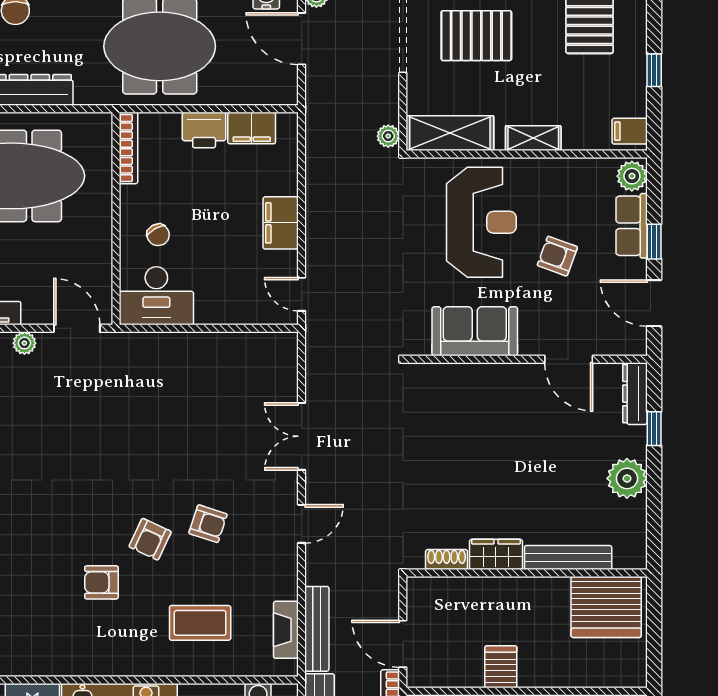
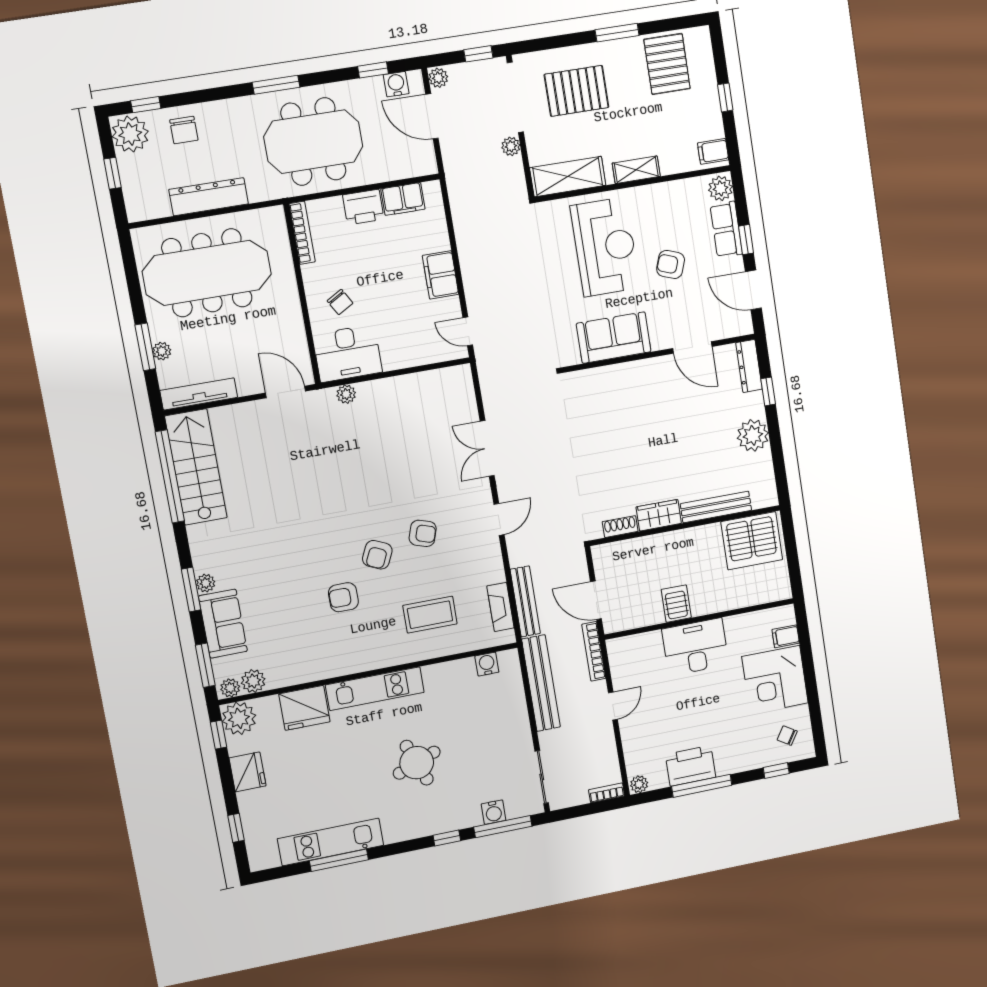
plant: (388, 136) -> (511, 146), moved
plant: (24, 343) -> (346, 394), moved

